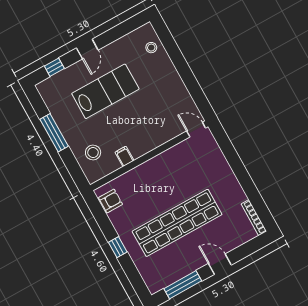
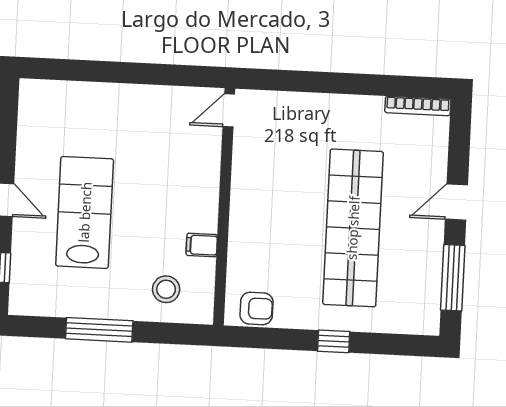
stool: (151, 48) -> (61, 101), removed
armchair: (111, 201) -> (257, 308), turned 90

